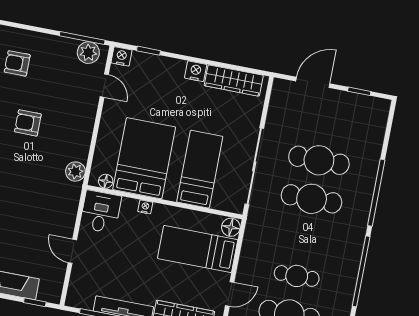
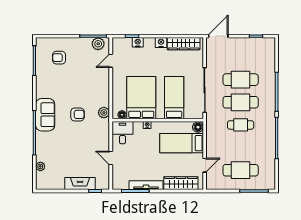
nightstand: (121, 56) -> (138, 42), moved
door: (313, 82) -> (218, 36), moved
door: (104, 86) -> (111, 61), swing flipped
armchair: (28, 123) -> (77, 114), moved, turned 180
cafe table: (297, 276) -> (241, 125), moved

